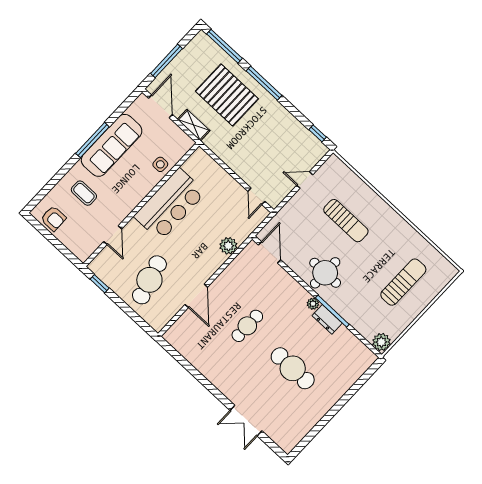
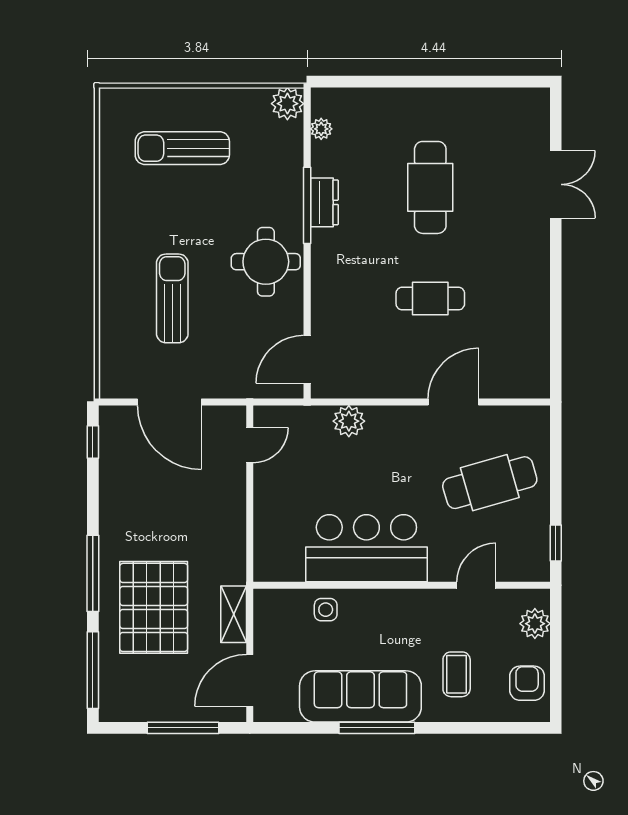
door: (305, 180) -> (169, 402), width x1.87
plant: (75, 244) -> (535, 624), added
plant: (313, 304) -> (321, 129), moved

